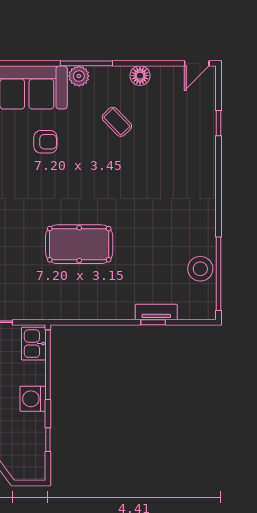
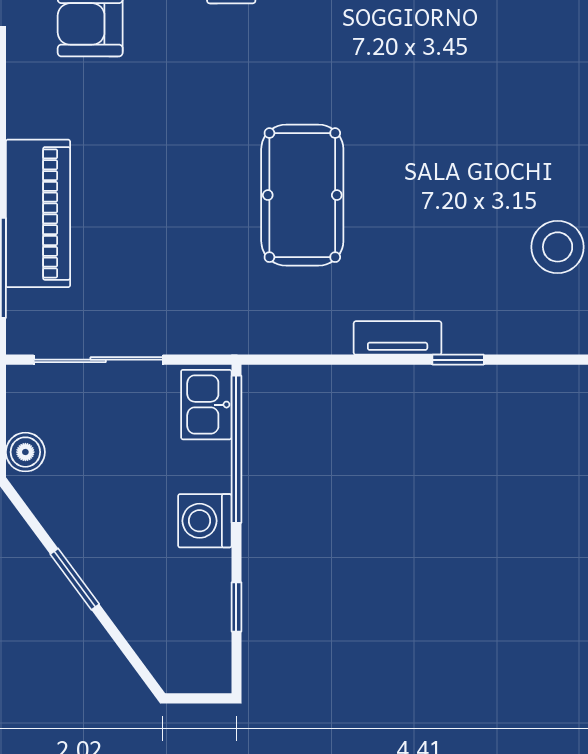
pool table: (79, 244) -> (302, 195), turned 90
tv unit: (156, 312) -> (398, 338), moved

